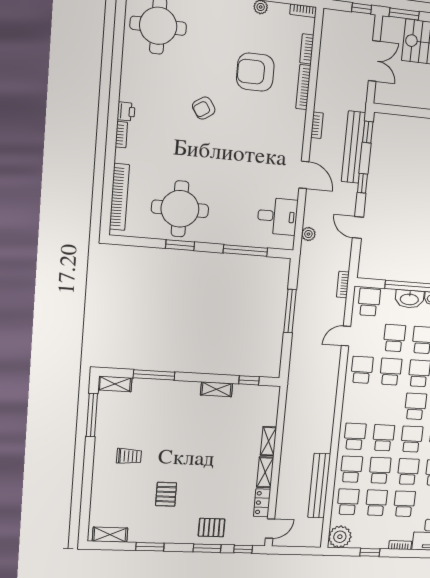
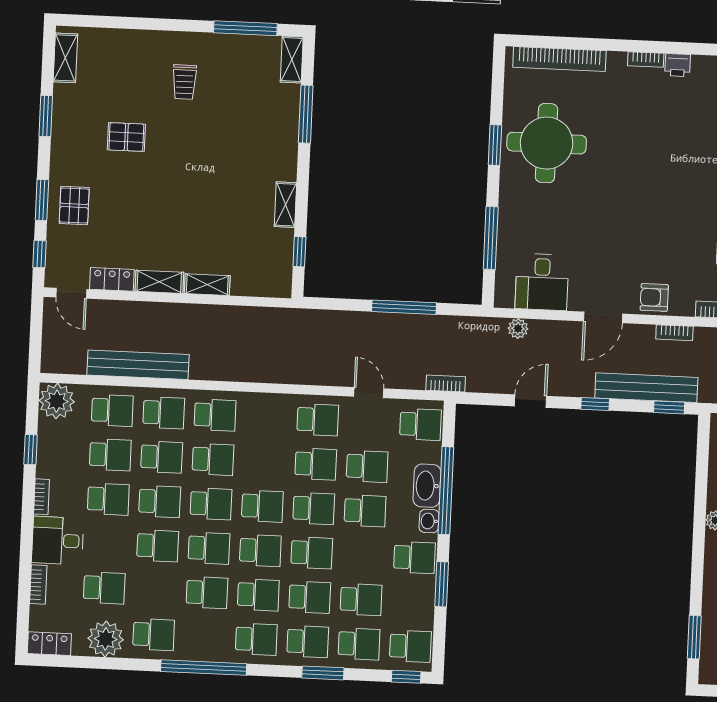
armchair: (204, 108) -> (654, 297), moved, turned -56

